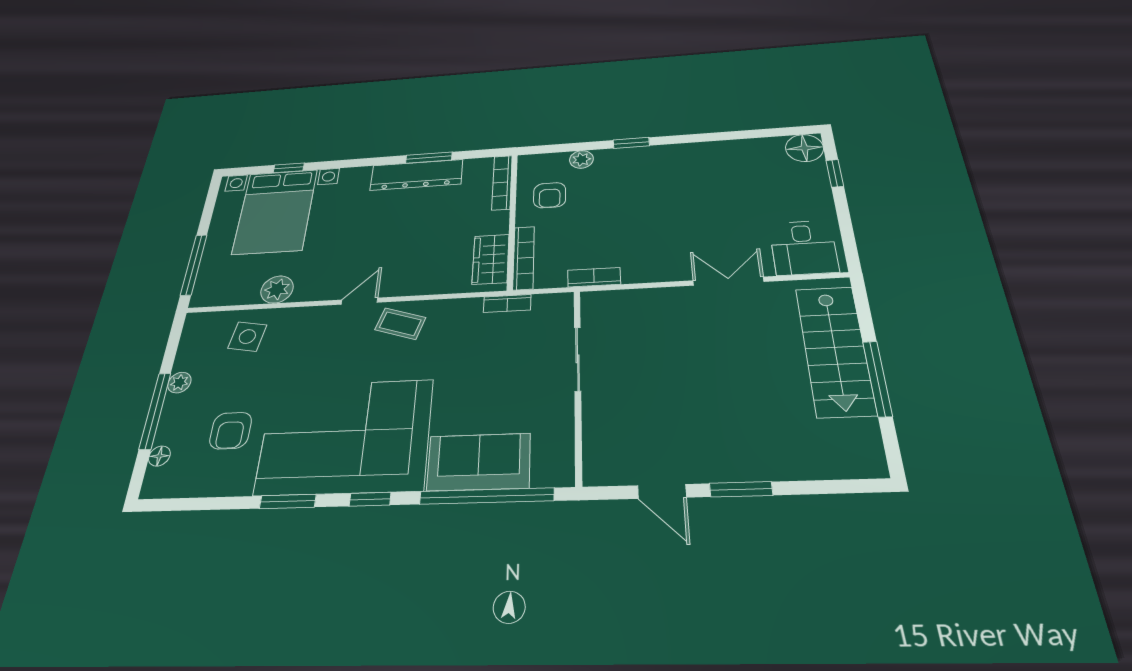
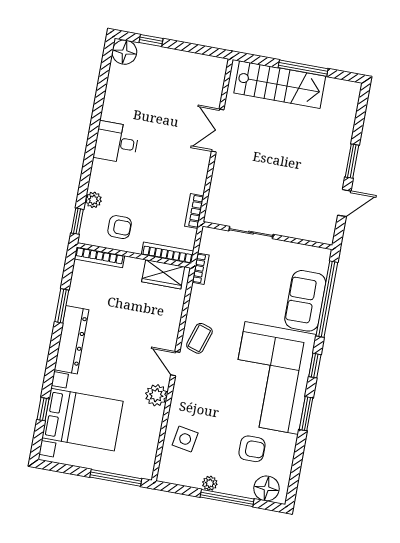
window: (631, 143) -> (77, 221), moved
dresser: (417, 175) -> (72, 340), moved
desk: (804, 248) -> (116, 142), moved, turned 180
plant: (277, 289) -> (156, 395), moved
floor lamp: (159, 456) -> (266, 488), width x1.89, depth x1.89

